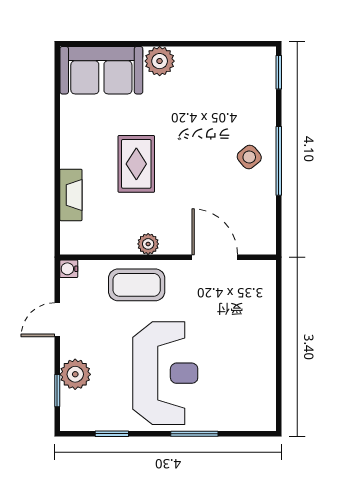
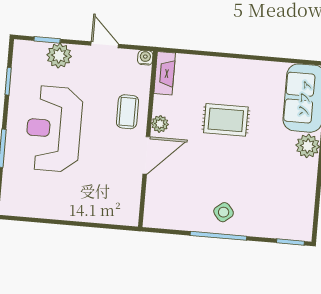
fireplace: (71, 195) -> (165, 73), moved, turned -90
door: (215, 257) -> (146, 155), moved
coffee table: (137, 285) -> (127, 112), width x0.73, depth x0.77
reception desk: (165, 373) -> (54, 129), turned 90

